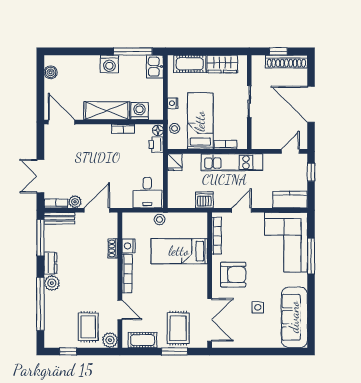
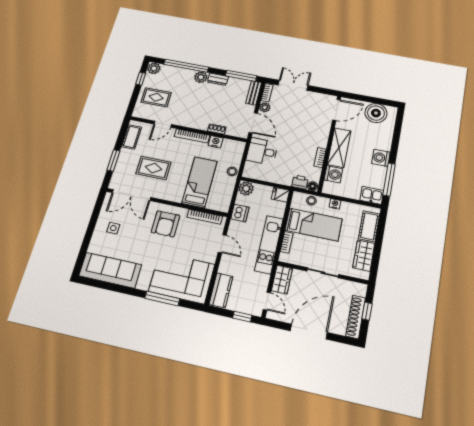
boiler: (51, 72) -> (376, 113), width x1.86, depth x1.86
wardrobe: (265, 141) -> (282, 280), added
desk: (147, 193) -> (262, 151), moved
plant: (176, 200) -> (246, 189), added
side table: (258, 307) -> (113, 228), moved
rug: (178, 328) -> (153, 168), moved
plant: (110, 340) -> (154, 68), moved

